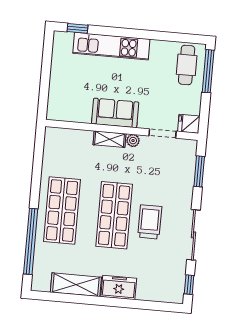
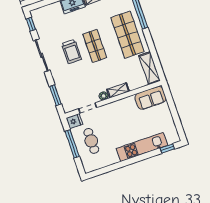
cafe table: (187, 65) -> (91, 141), moved
window: (208, 71) -> (72, 144), moved
sofa: (115, 113) -> (150, 98), moved
shelving: (52, 151) -> (149, 68), added
shop shelf: (114, 215) -> (95, 46), width x0.70, depth x0.74

